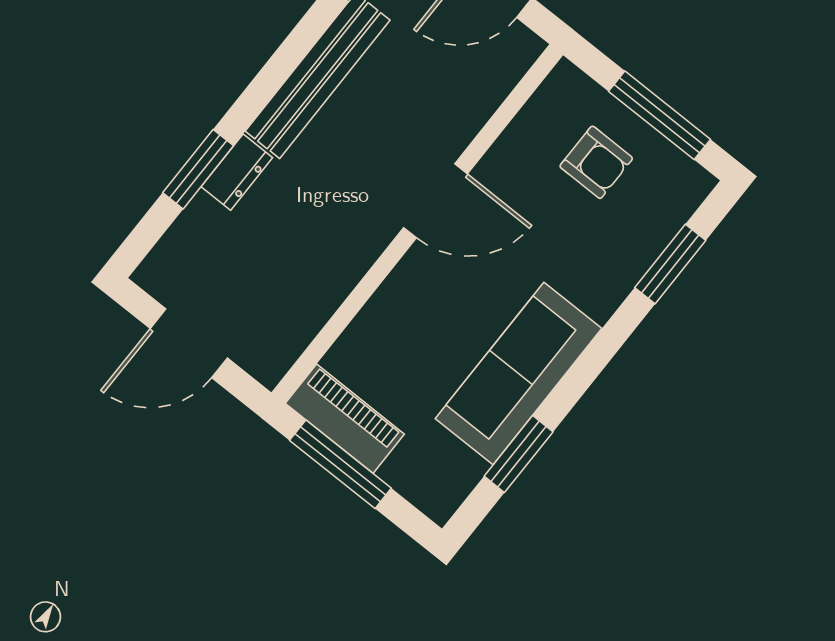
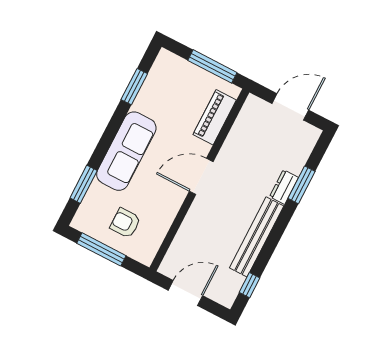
door: (436, 201) -> (201, 176), moved
sofa: (518, 374) -> (126, 151), moved
piano: (345, 419) -> (215, 117), moved, turned 90

